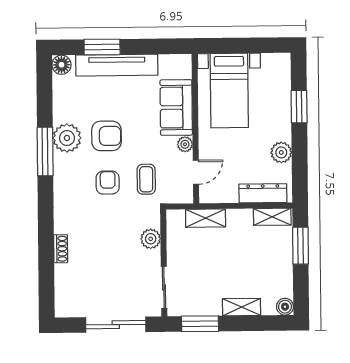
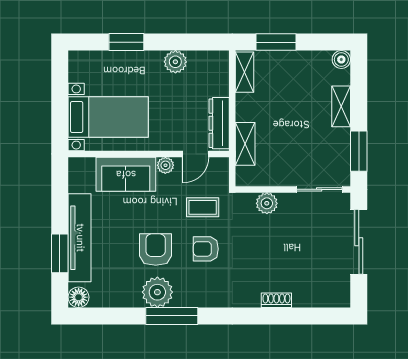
door: (196, 172) -> (196, 154), swing flipped
dresser: (263, 193) -> (219, 123), moved

